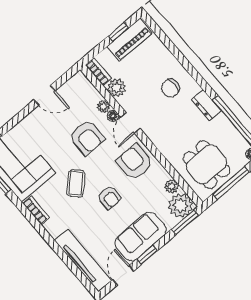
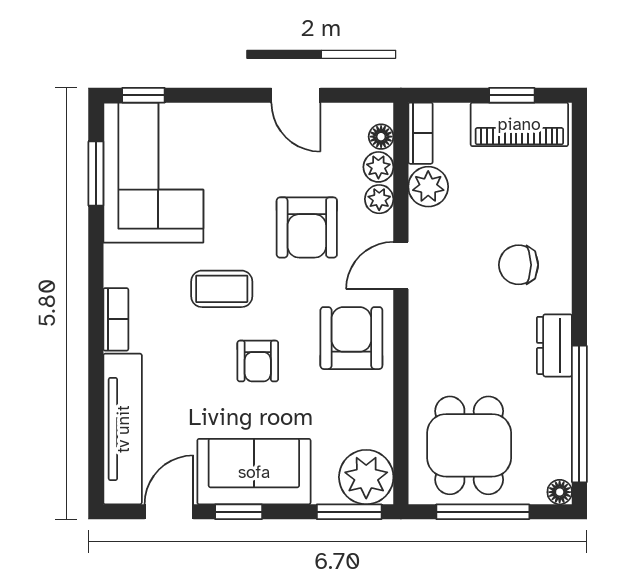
floor lamp: (113, 116) -> (381, 137), moved
coffee table: (76, 183) -> (222, 289), turned 44
plant: (172, 186) -> (378, 167), moved
bookcase: (36, 210) -> (116, 319), moved

